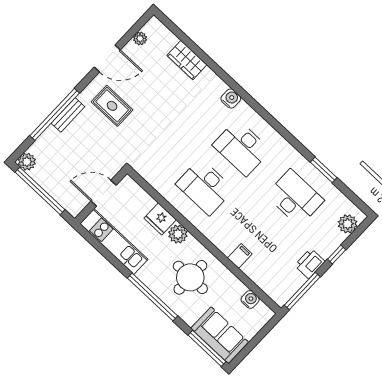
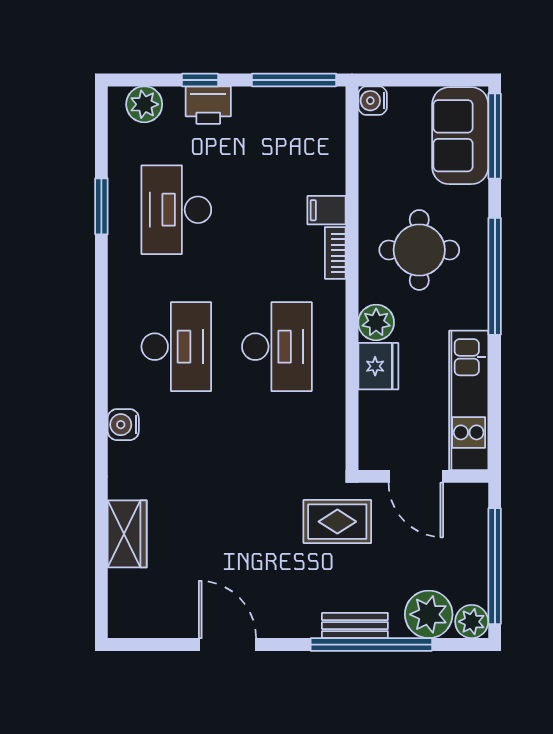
plant: (140, 38) -> (429, 614), moved, width x1.88, depth x1.88
rug: (112, 106) -> (337, 522), moved, turned 90
bookcase: (220, 244) -> (335, 253), added
printer: (310, 263) -> (208, 105), moved
water cooler: (250, 299) -> (373, 101), moved

